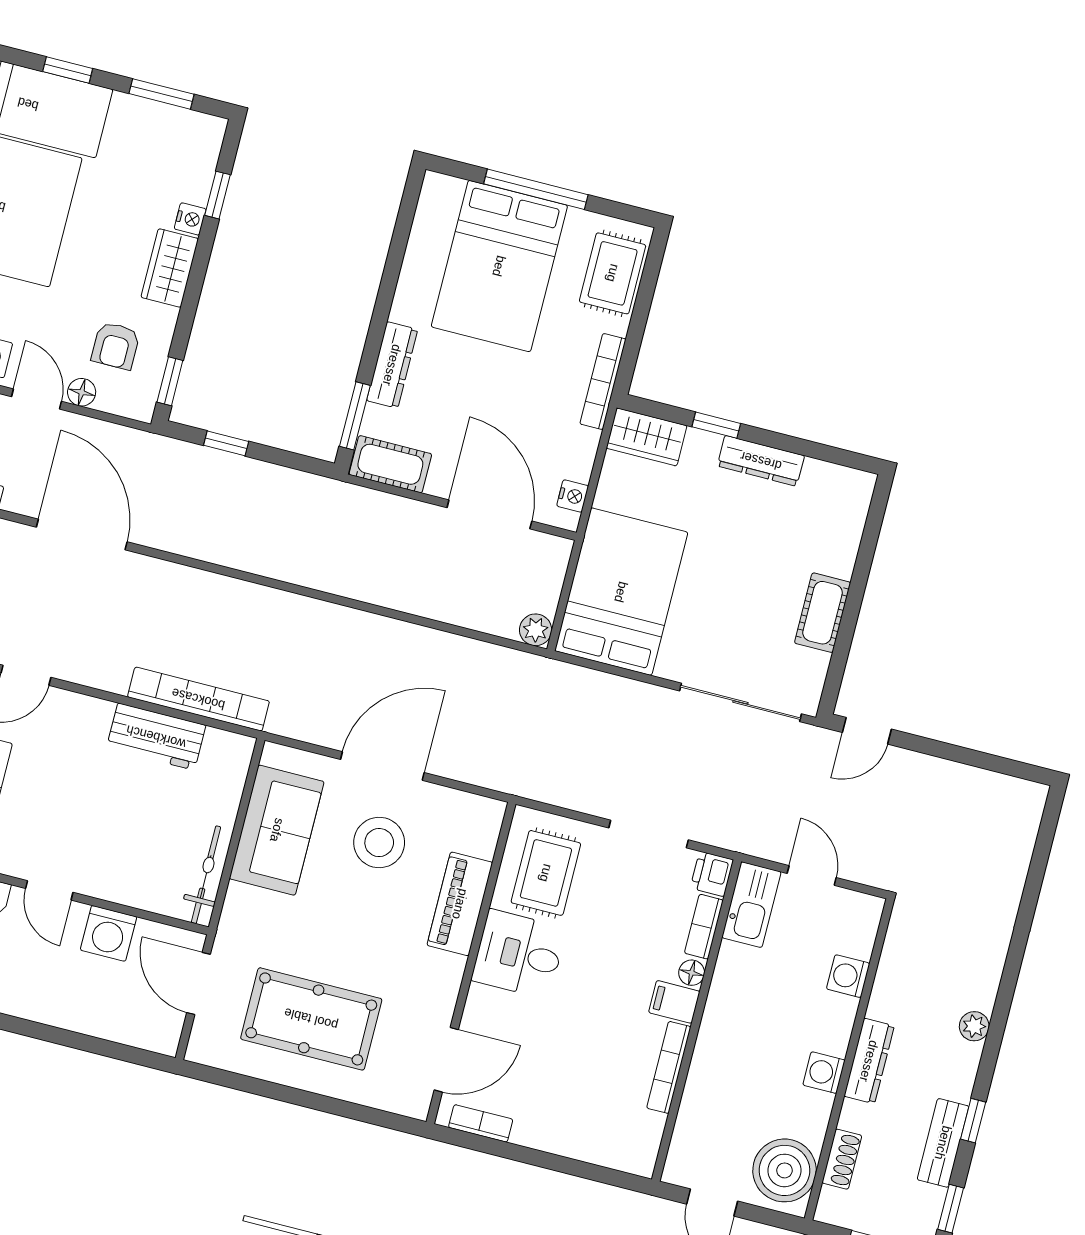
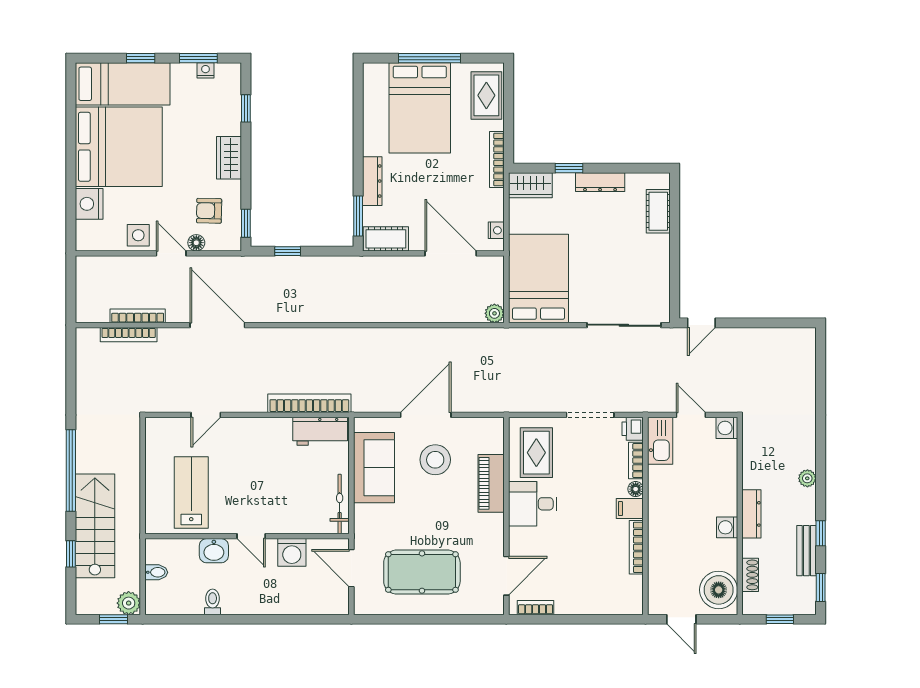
nightstand: (190, 219) -> (205, 70), moved, turned -90
armchair: (116, 346) -> (209, 211), turned 91
cot: (823, 613) -> (658, 211), moved
workbench: (156, 737) -> (320, 431), moved
washing machine: (848, 976) -> (727, 428), moved

